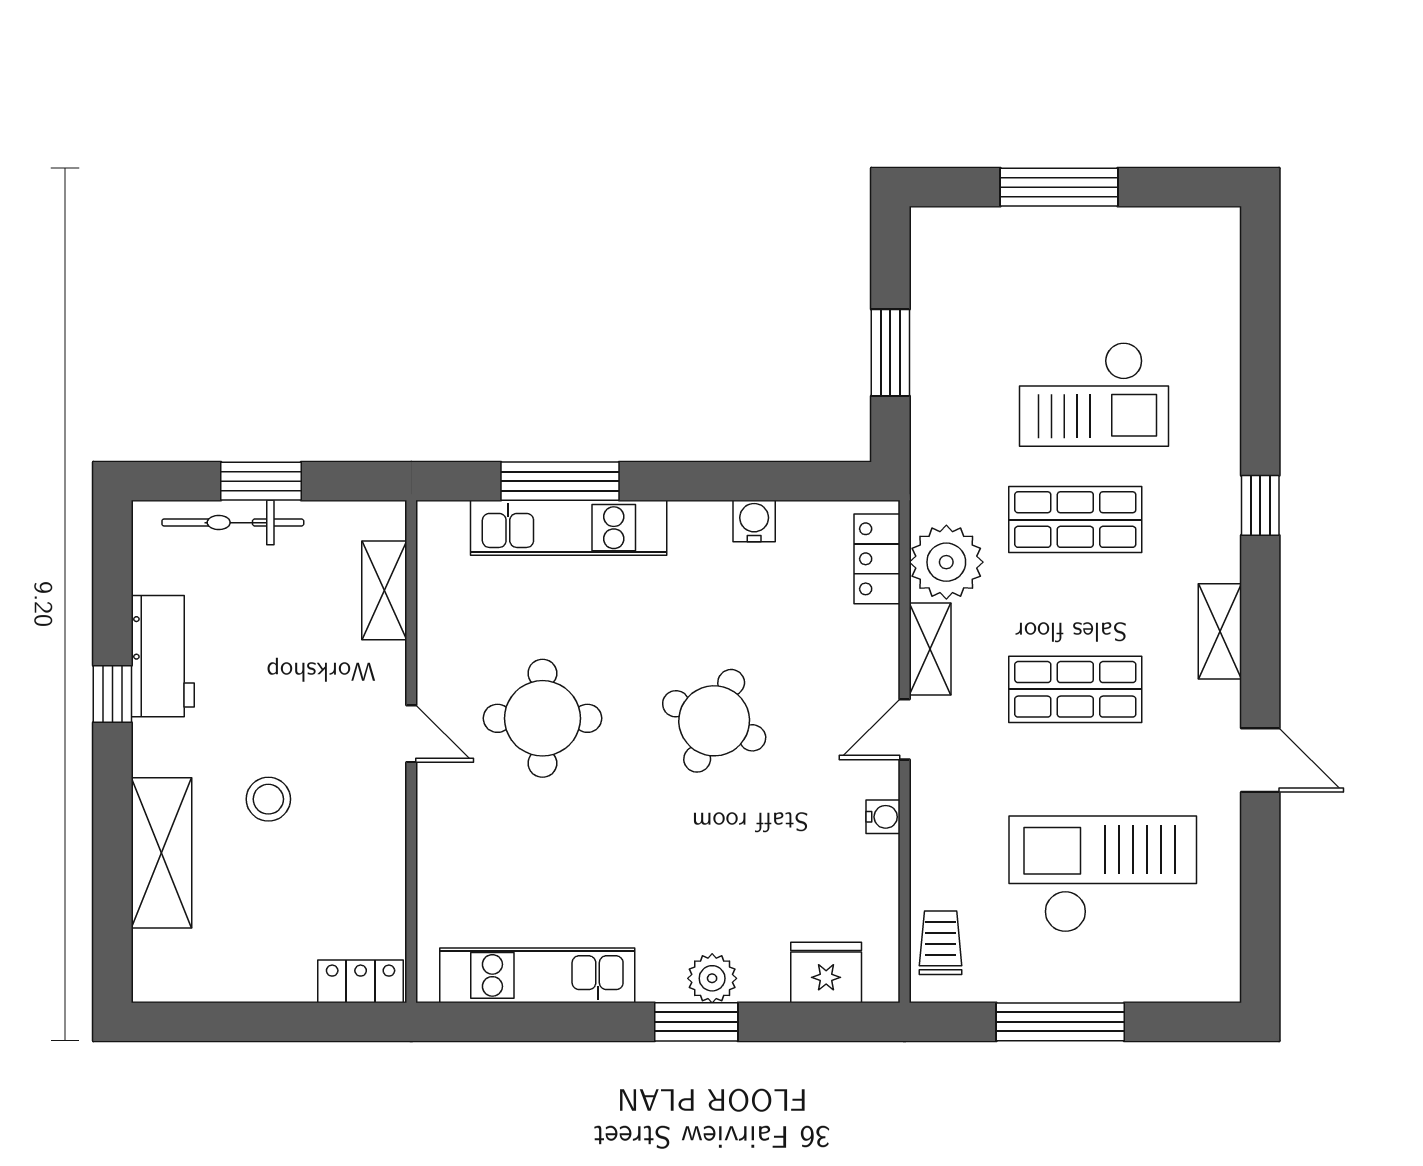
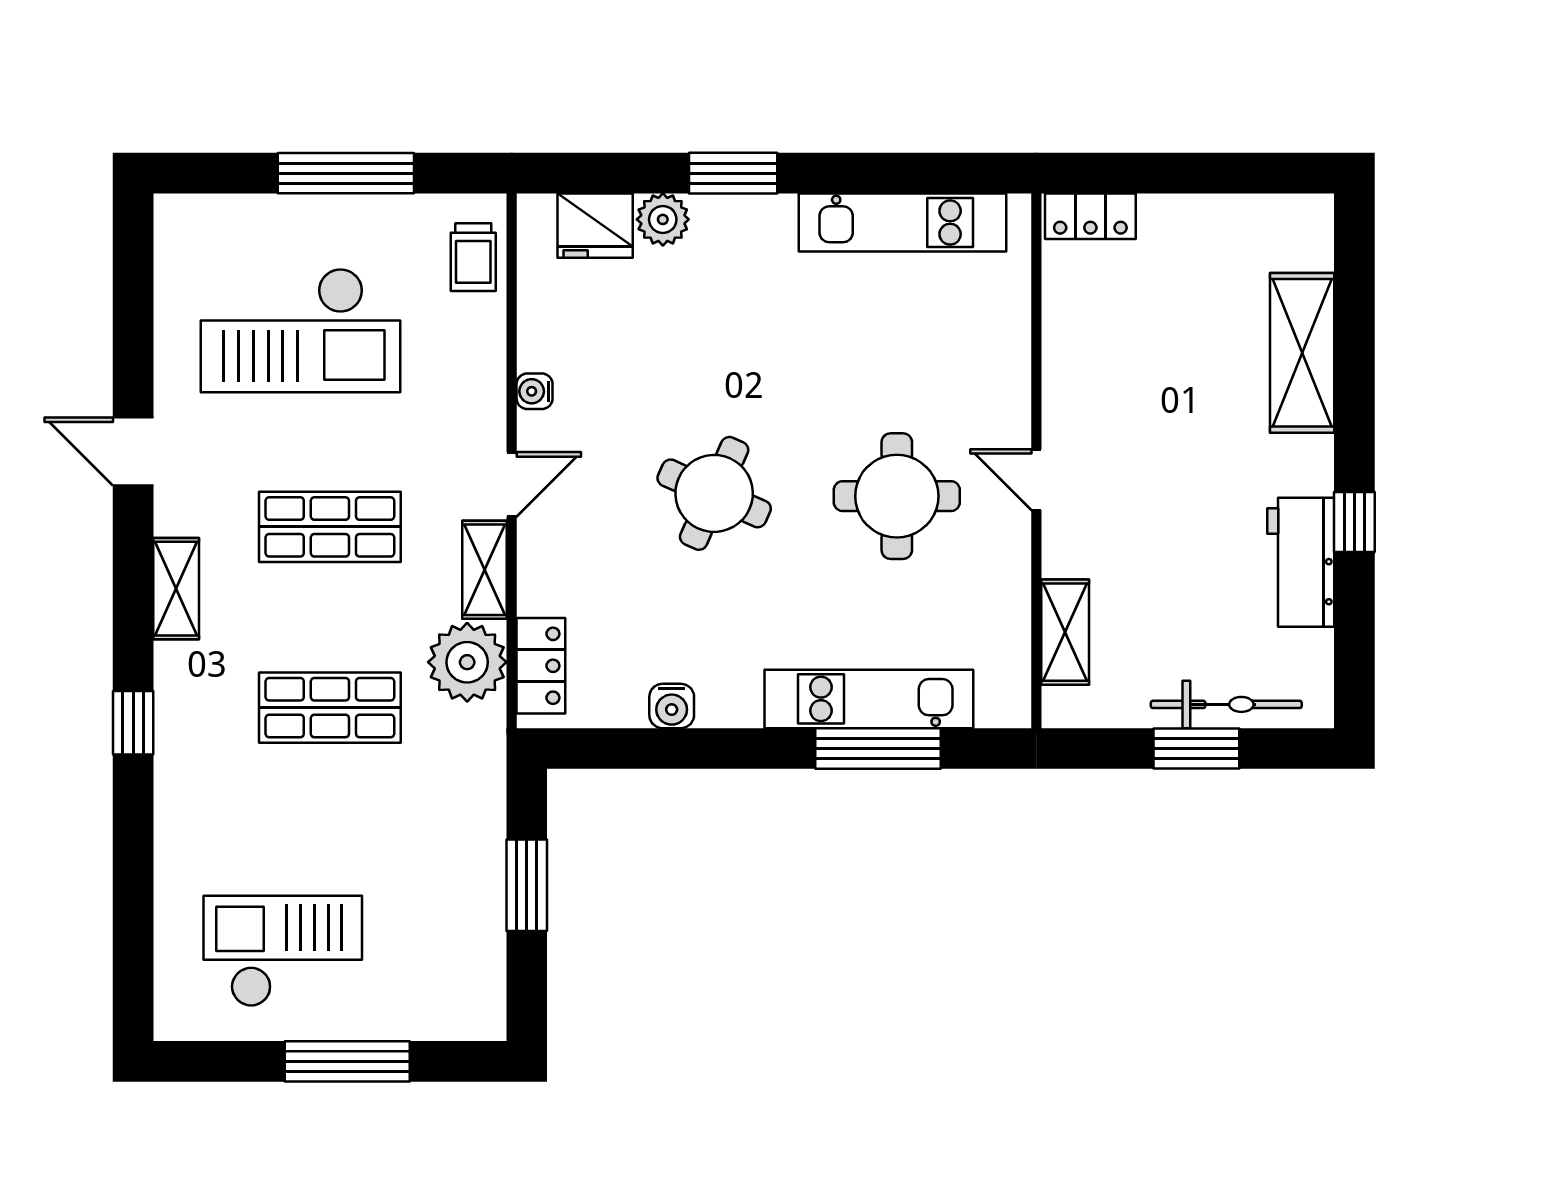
checkout: (1094, 394) -> (283, 951), moved
stool: (268, 799) -> (1189, 410), removed
plant: (712, 978) -> (663, 219), moved

